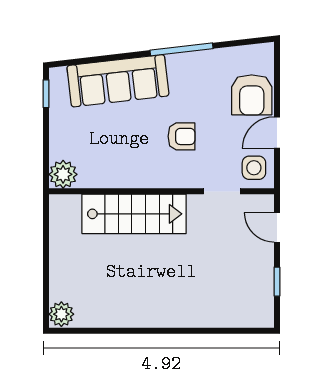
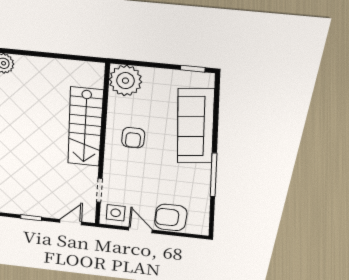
armchair: (181, 136) -> (133, 138), moved
plant: (63, 174) -> (125, 81), width x1.36, depth x1.36

